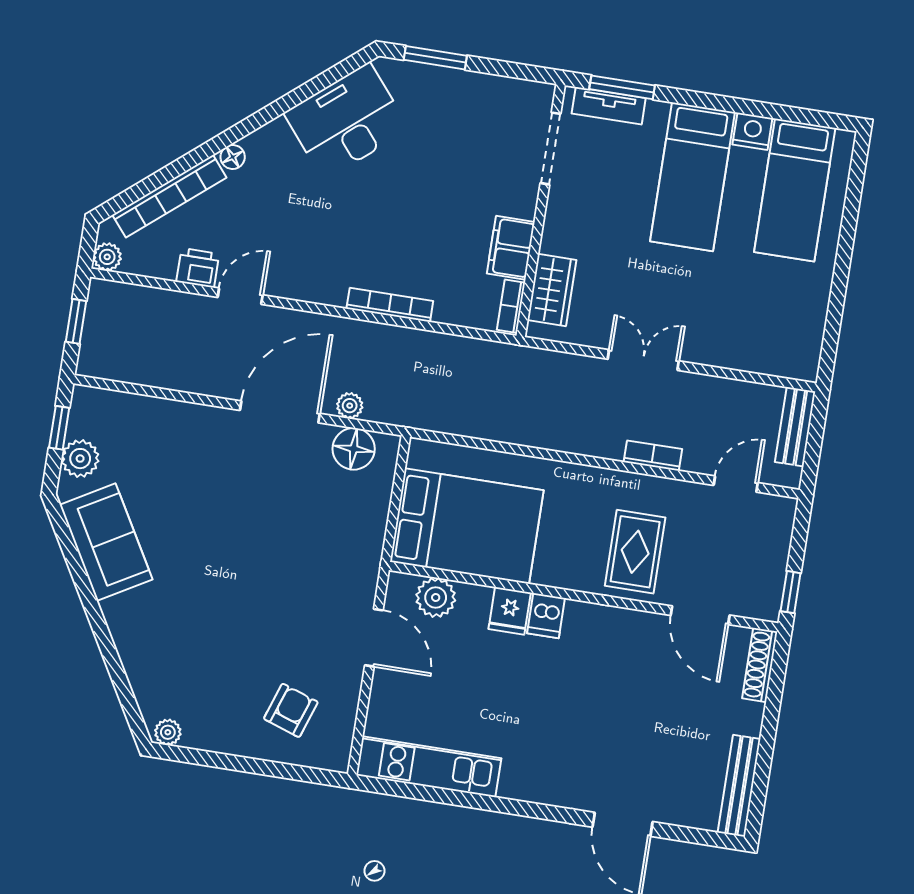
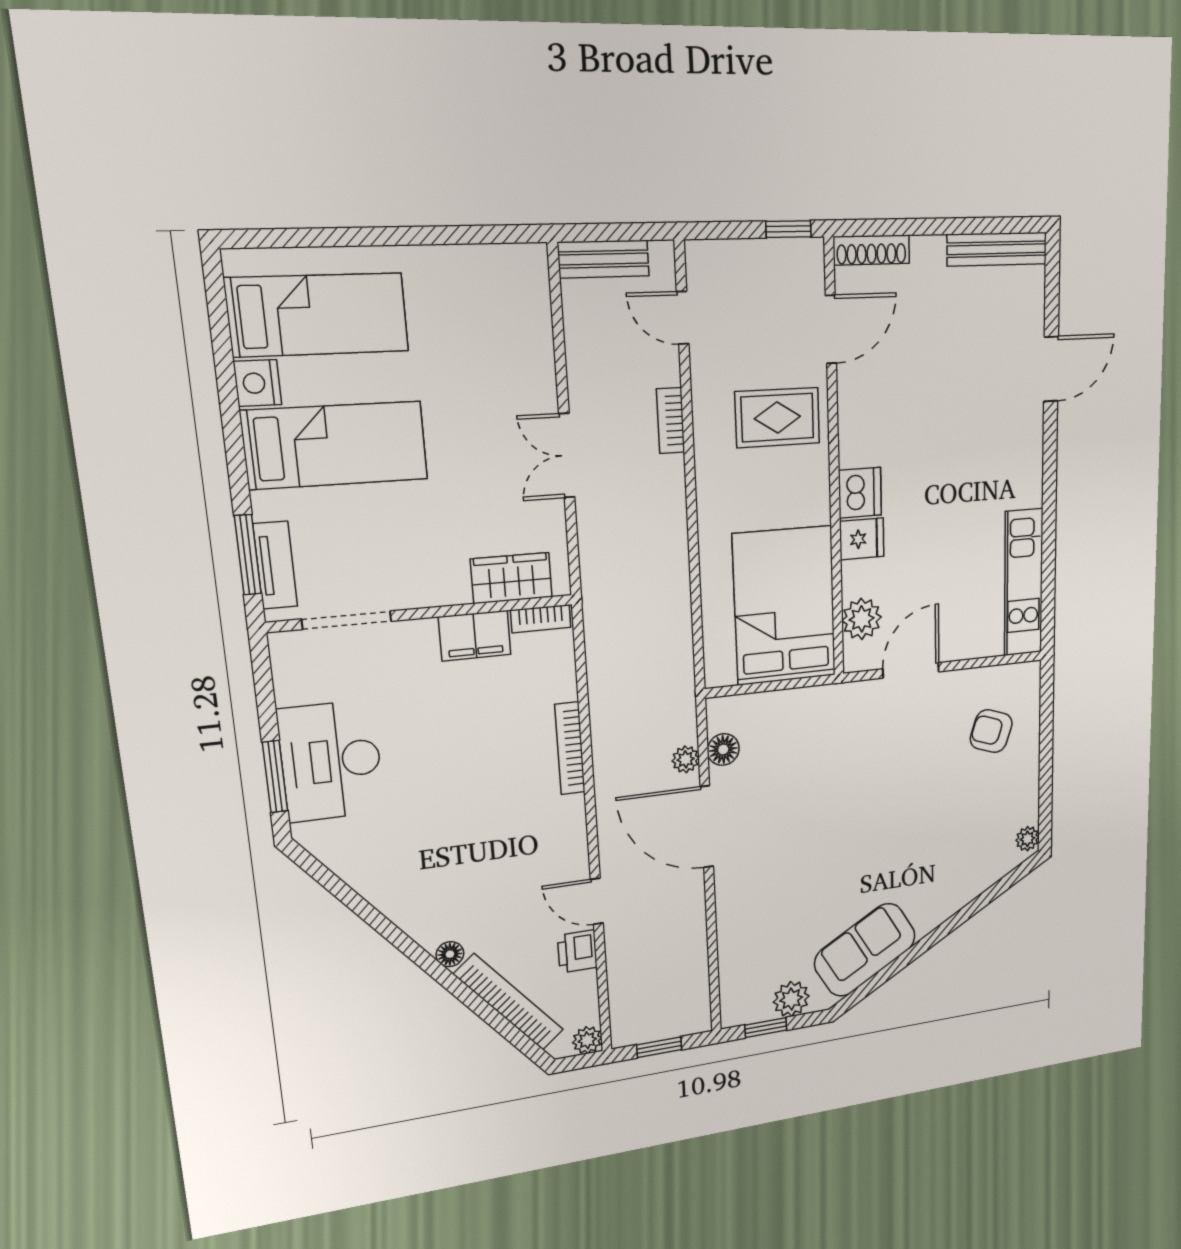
desk: (347, 121) -> (331, 761), moved, turned 40
floor lamp: (354, 449) -> (723, 749), width x0.73, depth x0.73
dishwasher: (546, 616) -> (860, 493), width x1.38

